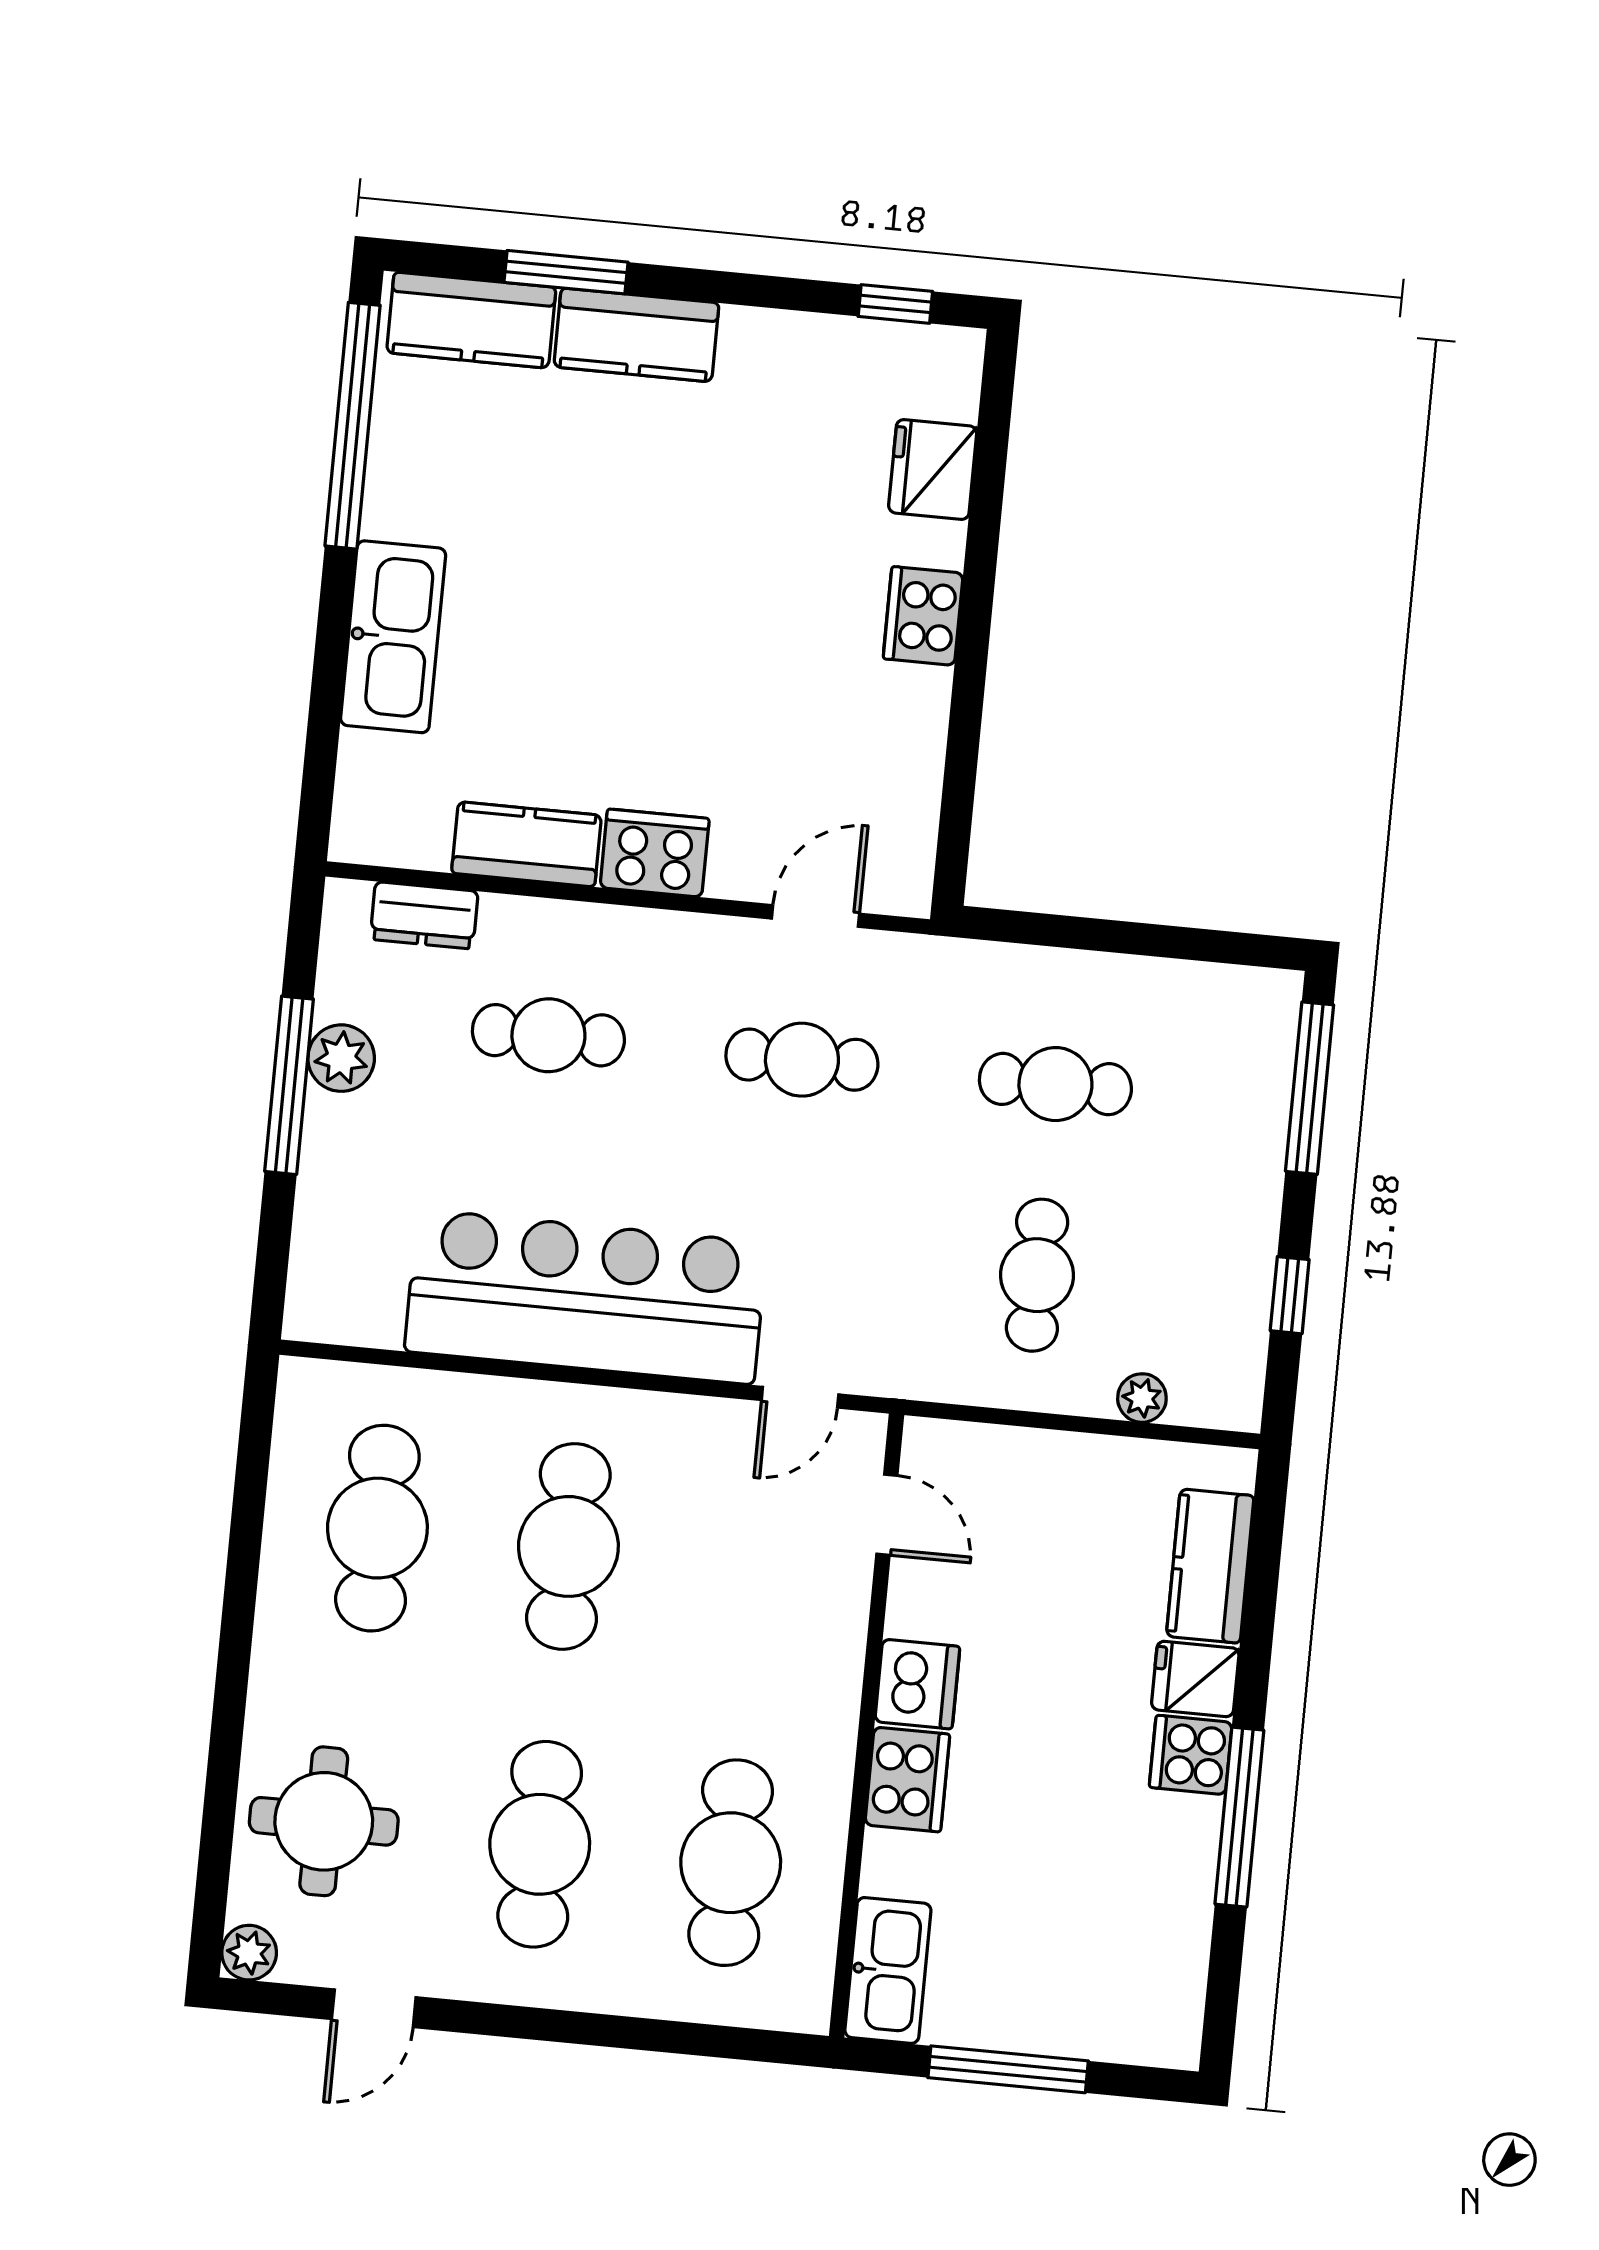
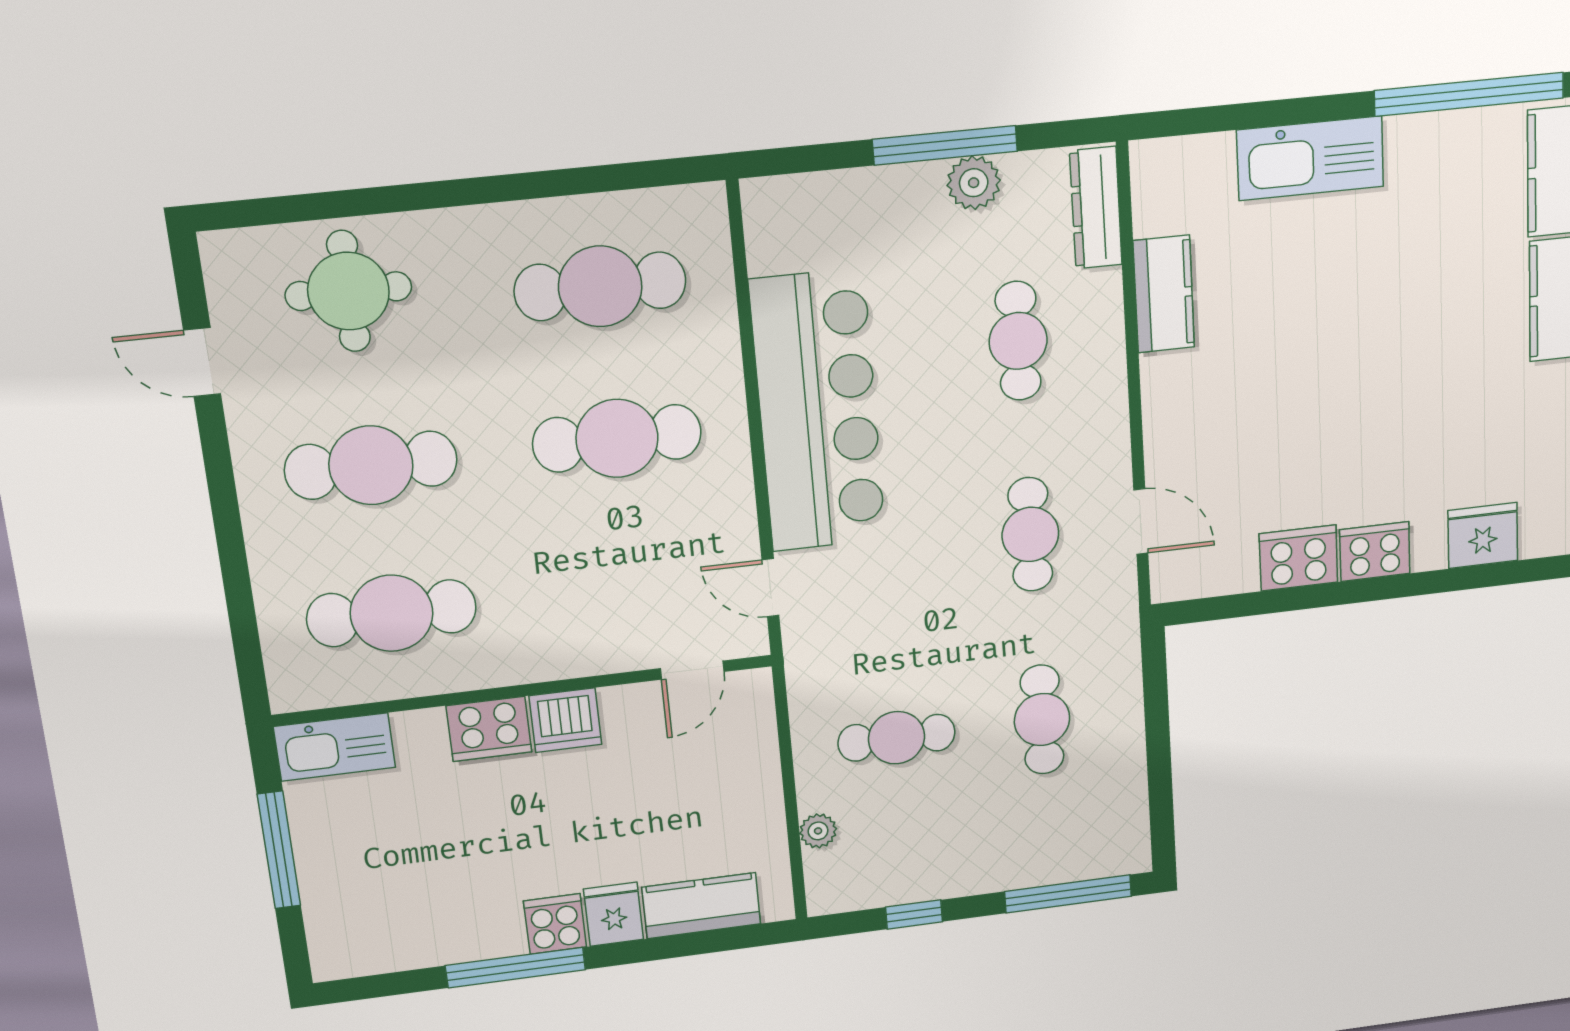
cooker: (655, 853) -> (1298, 558), moved, turned -90
dresser: (424, 915) -> (1096, 208), width x1.44
plant: (249, 1953) -> (223, 252), removed

